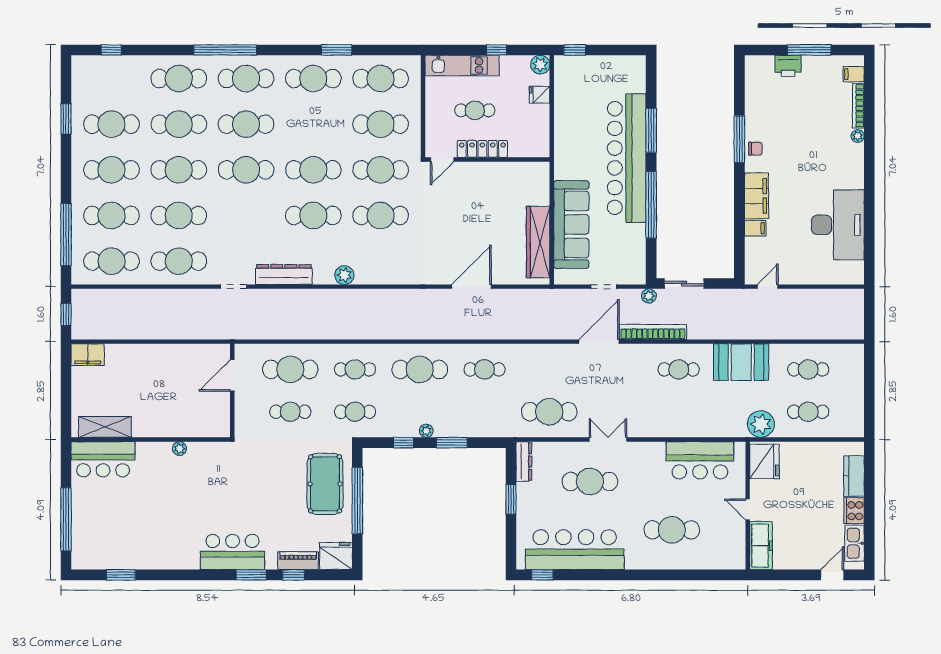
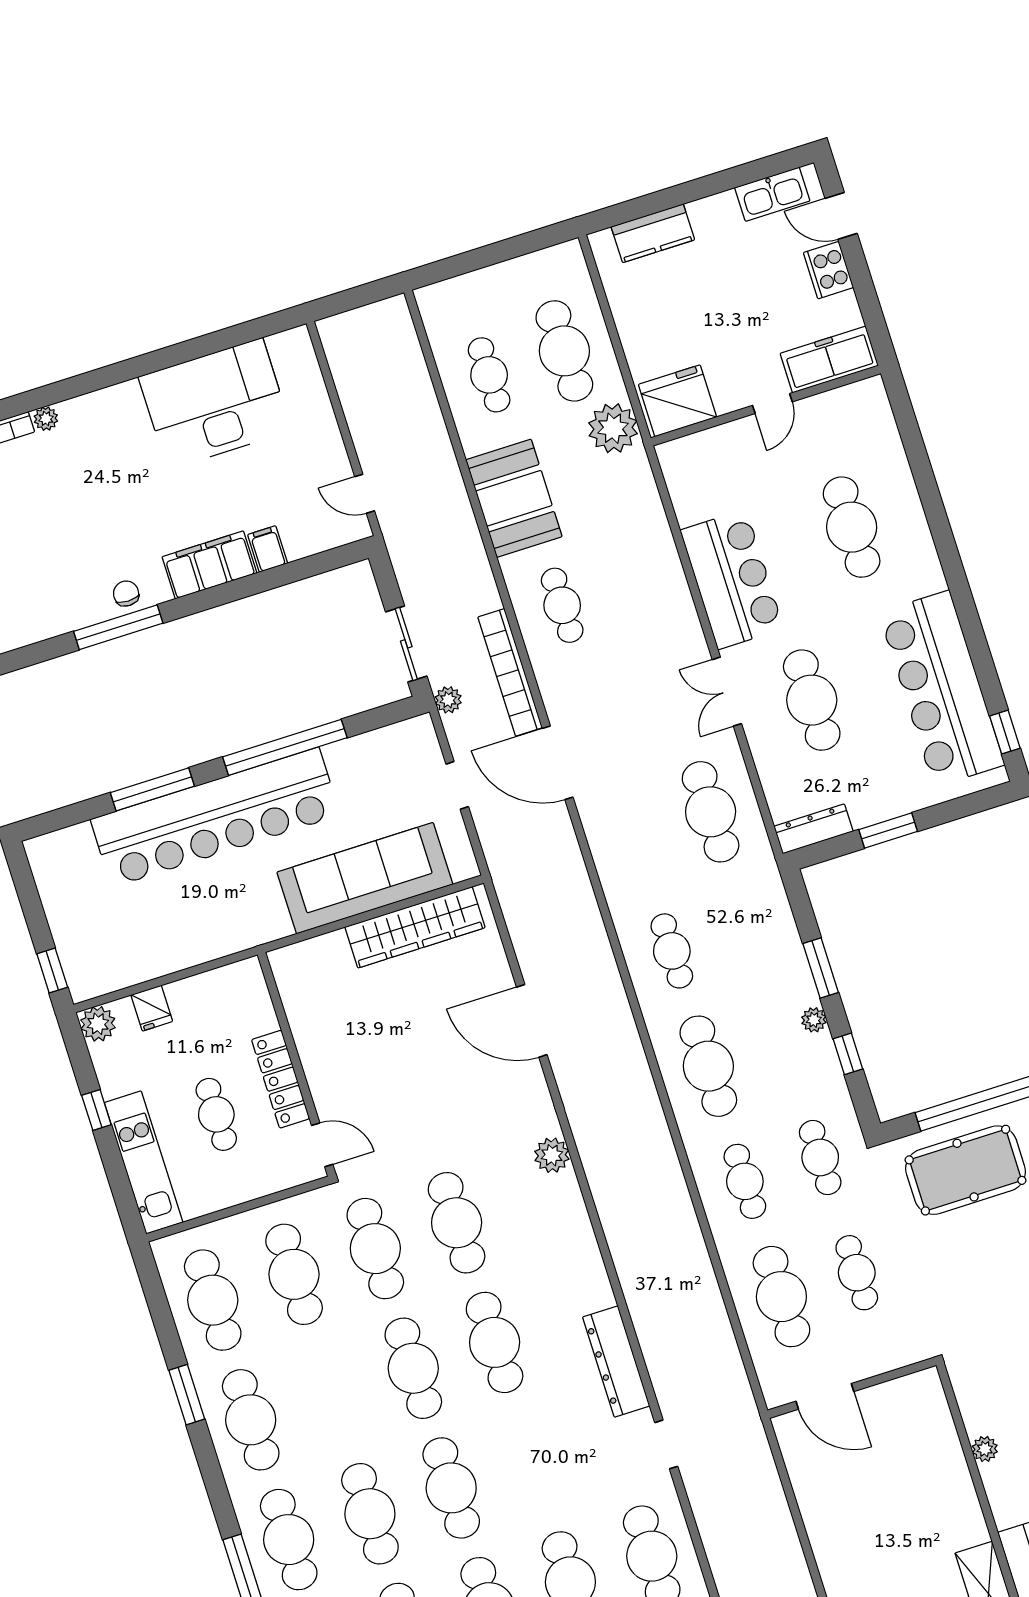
plant: (344, 275) -> (552, 1155), moved
cafe table: (808, 412) -> (564, 351), width x1.37, depth x1.35
bar counter: (700, 460) -> (732, 579), moved
cooker: (854, 511) -> (828, 270), moved, turned 90

